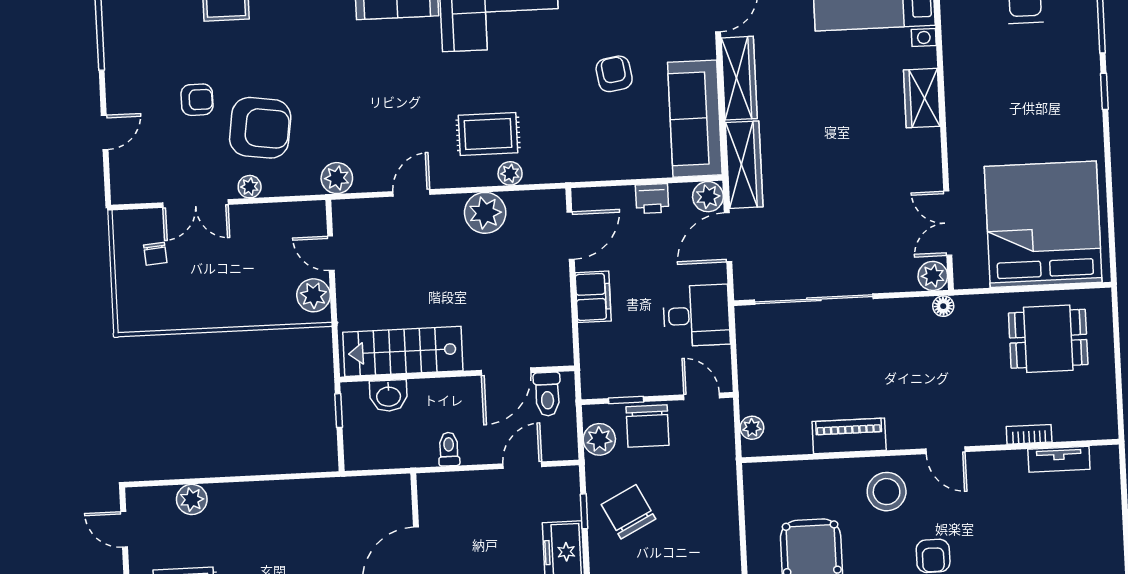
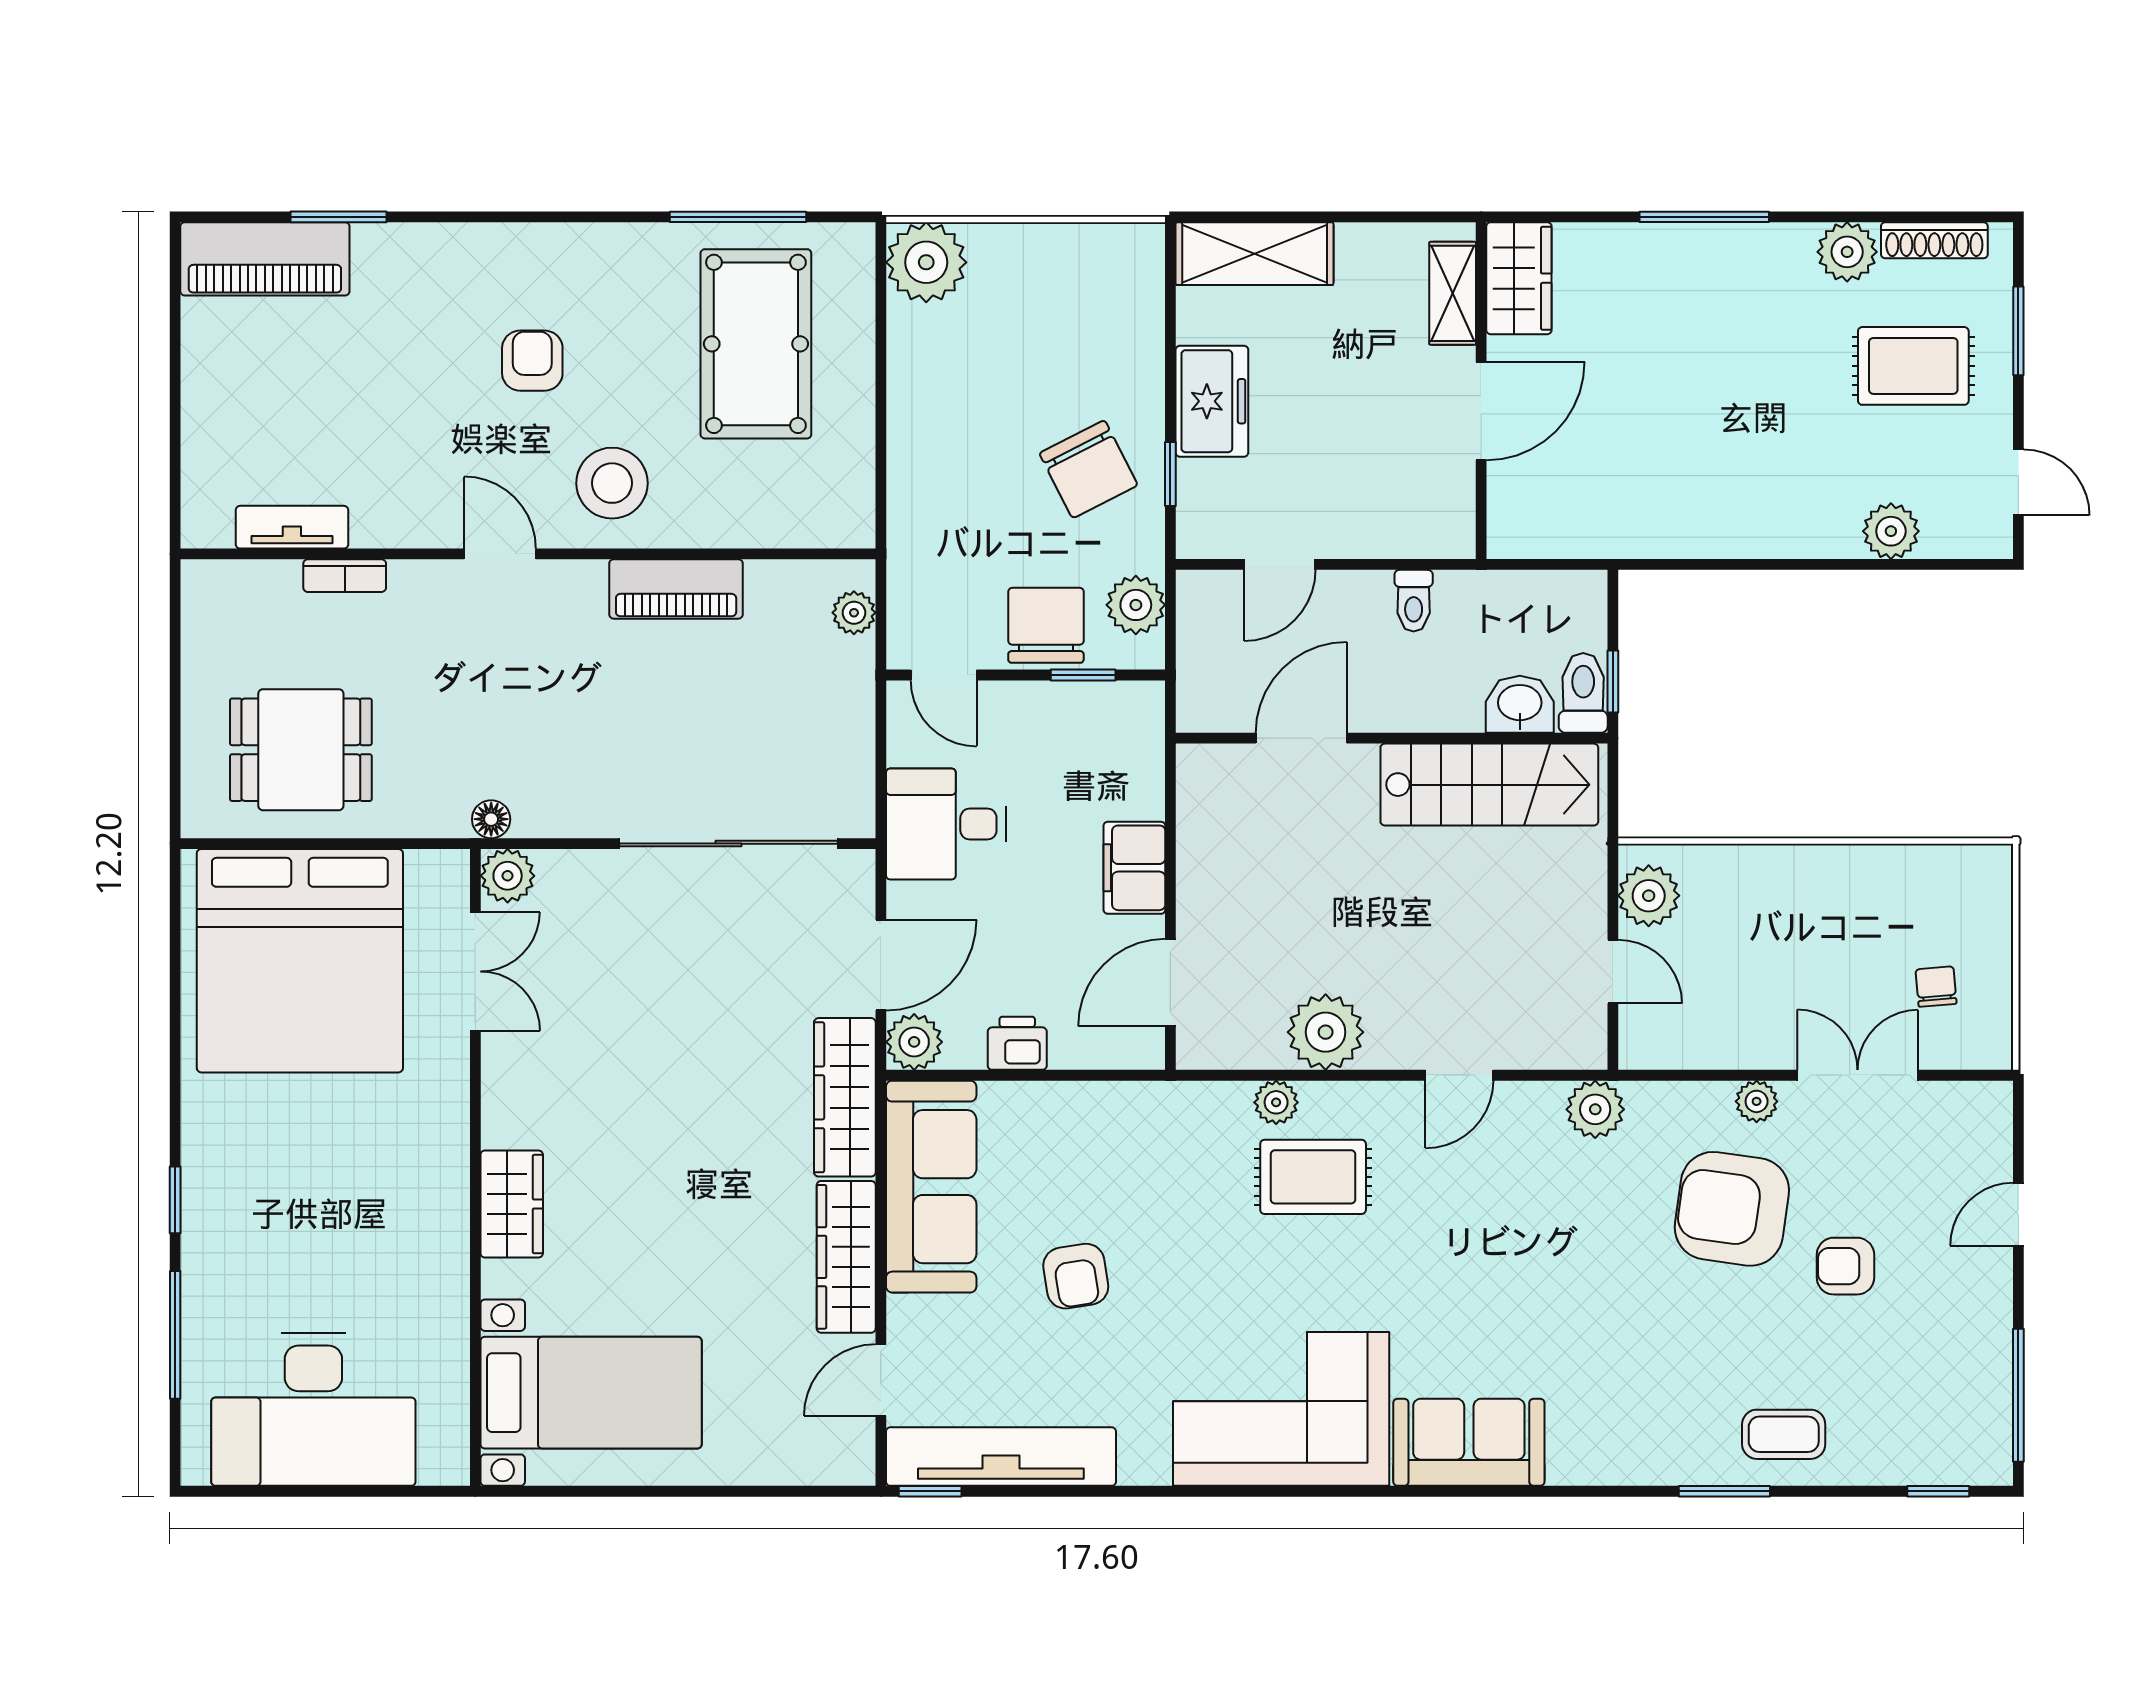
toilet: (547, 394) -> (1583, 693), moved

